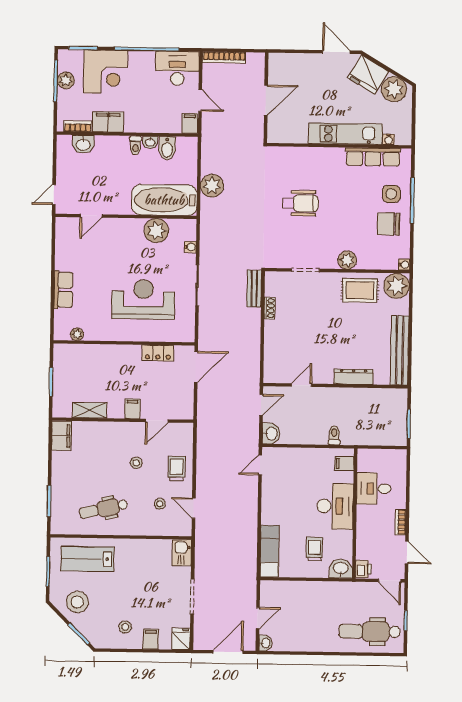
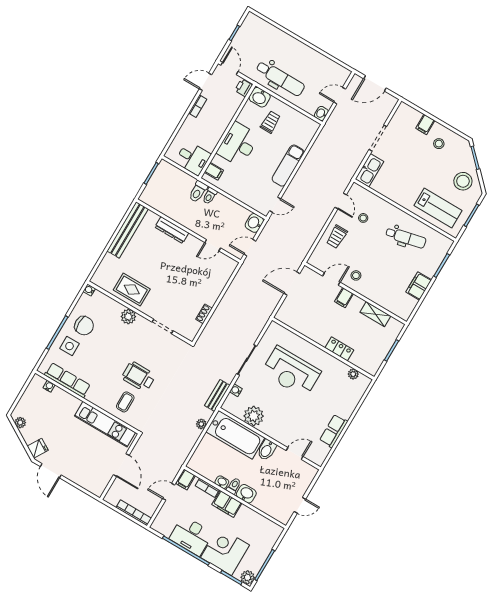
desk: (177, 68) -> (191, 536), moved
fridge: (368, 74) -> (38, 448), width x0.53, depth x0.75
plant: (66, 80) -> (248, 577), moved
plant: (394, 89) -> (20, 423), width x0.53, depth x0.53
door: (200, 100) -> (169, 492), hinge flipped
door: (266, 100) -> (121, 465), swing flipped
filing cabinet: (108, 122) -> (227, 504), moved
bookcase: (78, 126) -> (207, 488), moved
kitchen unit: (345, 134) -> (105, 424), moved
washbasin: (83, 144) -> (246, 494), moved
bidet: (167, 148) -> (267, 450), moved, turned 180
coffee table: (299, 169) -> (125, 402), added
plant: (212, 186) -> (201, 424), width x0.53, depth x0.53
door: (54, 195) -> (300, 505), moved
plant: (397, 286) -> (103, 278), removed
bench: (254, 289) -> (217, 395), moved
row of seats: (63, 290) -> (334, 431), moved
locker: (158, 353) -> (339, 349), moved
door: (196, 367) -> (292, 283), moved
toilet: (349, 433) -> (198, 192), added
filing cabinet: (62, 436) -> (419, 286), moved
stool: (136, 463) -> (356, 275), moved
desk: (374, 489) -> (193, 158), moved
trolley: (314, 549) -> (270, 122), turned 180
exam couch: (270, 551) -> (288, 166), moved
door: (407, 552) -> (205, 82), hinge flipped
kitchen sink: (182, 553) -> (370, 170), width x1.38
dental chair: (370, 632) -> (280, 78), moved
fridge: (181, 639) -> (403, 112), removed
washbasin: (265, 643) -> (321, 114), moved

